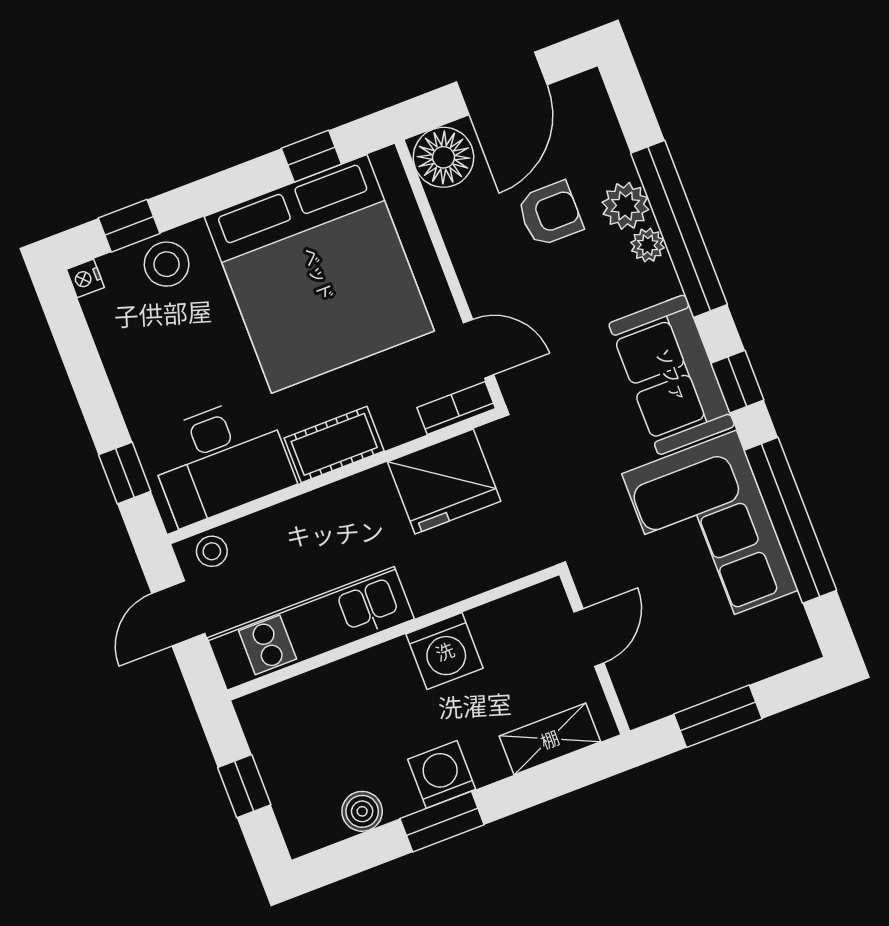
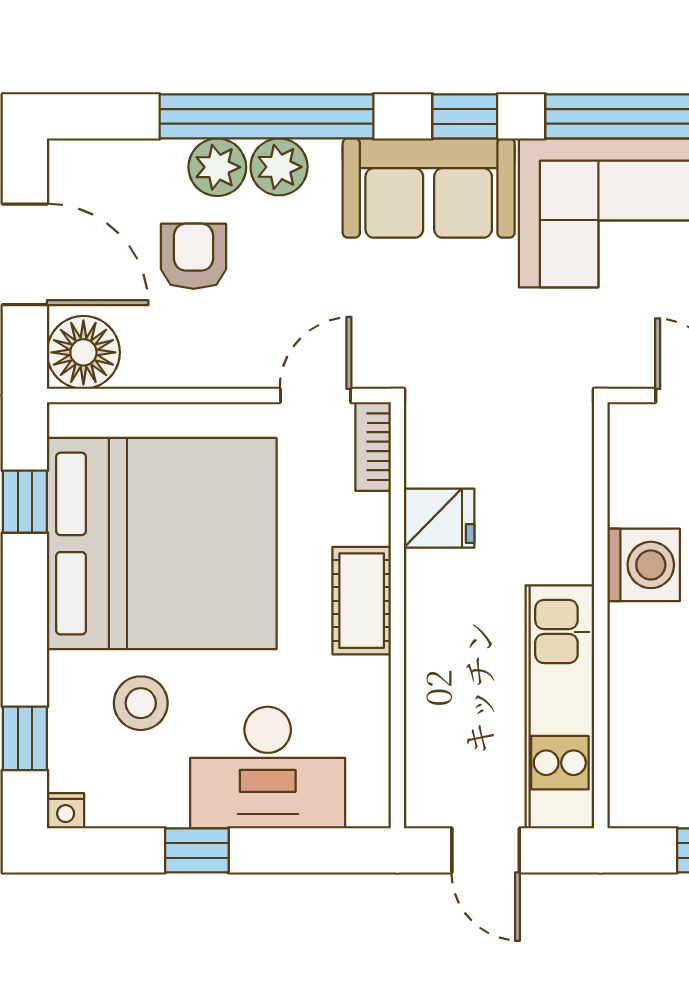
plant: (648, 245) -> (279, 167), width x1.38, depth x1.38
stool: (167, 264) -> (141, 703), moved
desk: (220, 460) -> (268, 768), moved, turned 90
window: (125, 473) -> (197, 850), moved
fridge: (444, 482) -> (439, 518), width x0.53, depth x0.75
stool: (212, 551) -> (430, 785), removed

